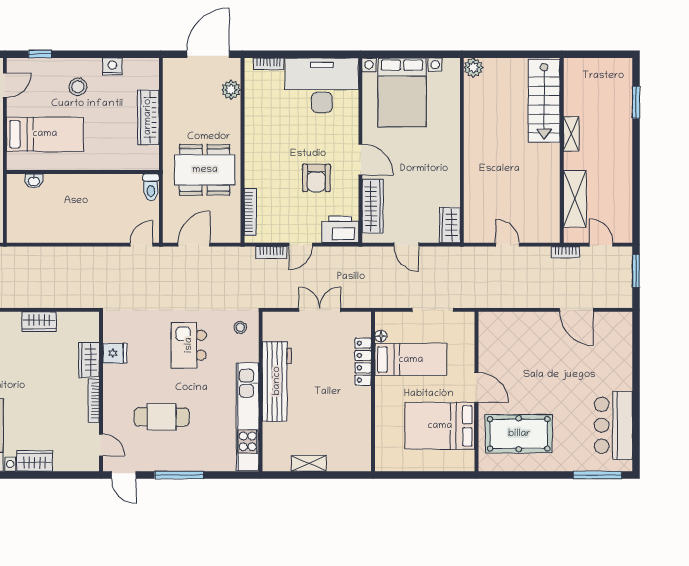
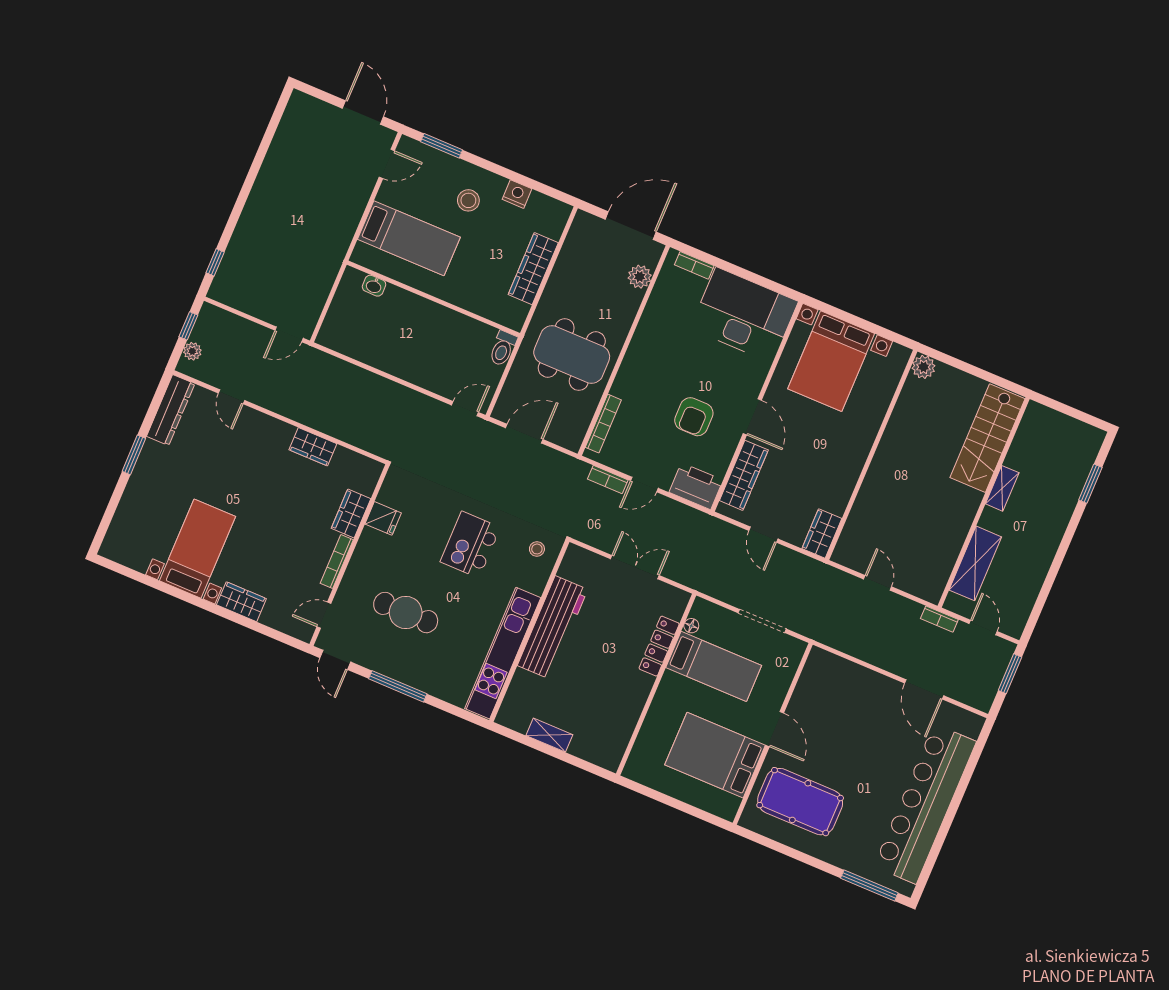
window: (40, 54) -> (442, 146), width x1.50
bar counter: (613, 425) -> (925, 804), width x1.86
door: (101, 445) -> (324, 615), swing flipped

